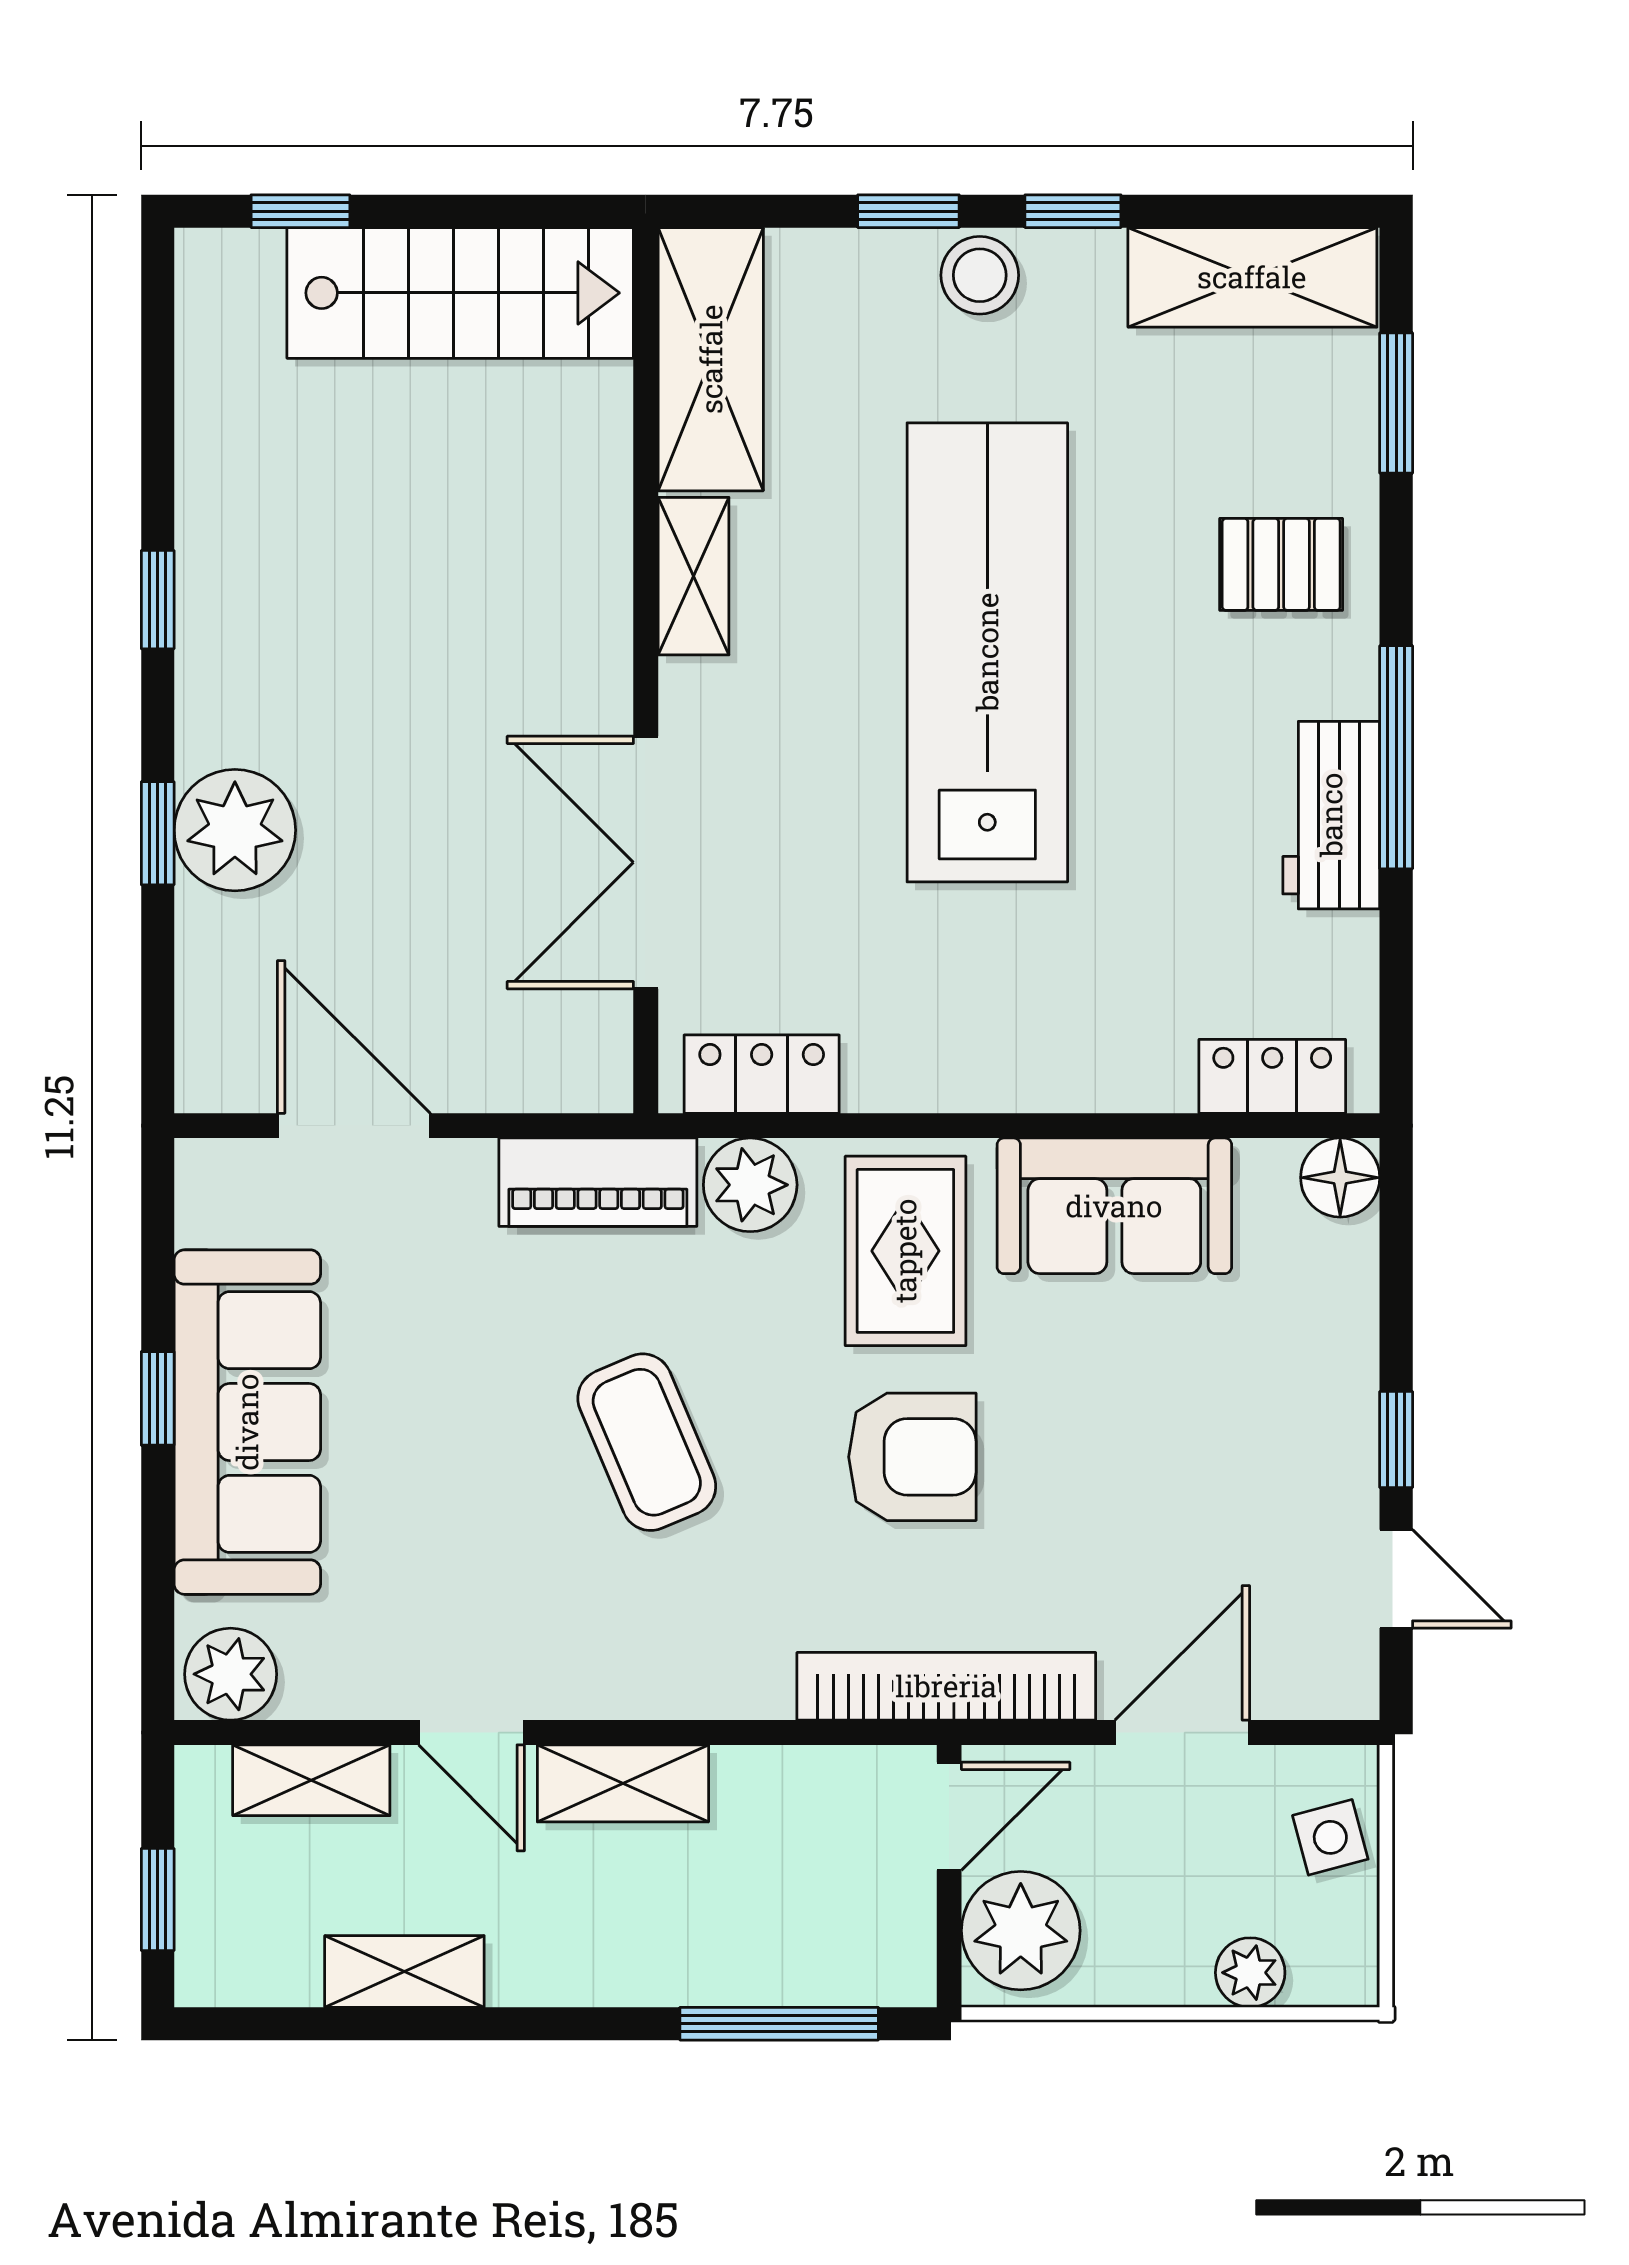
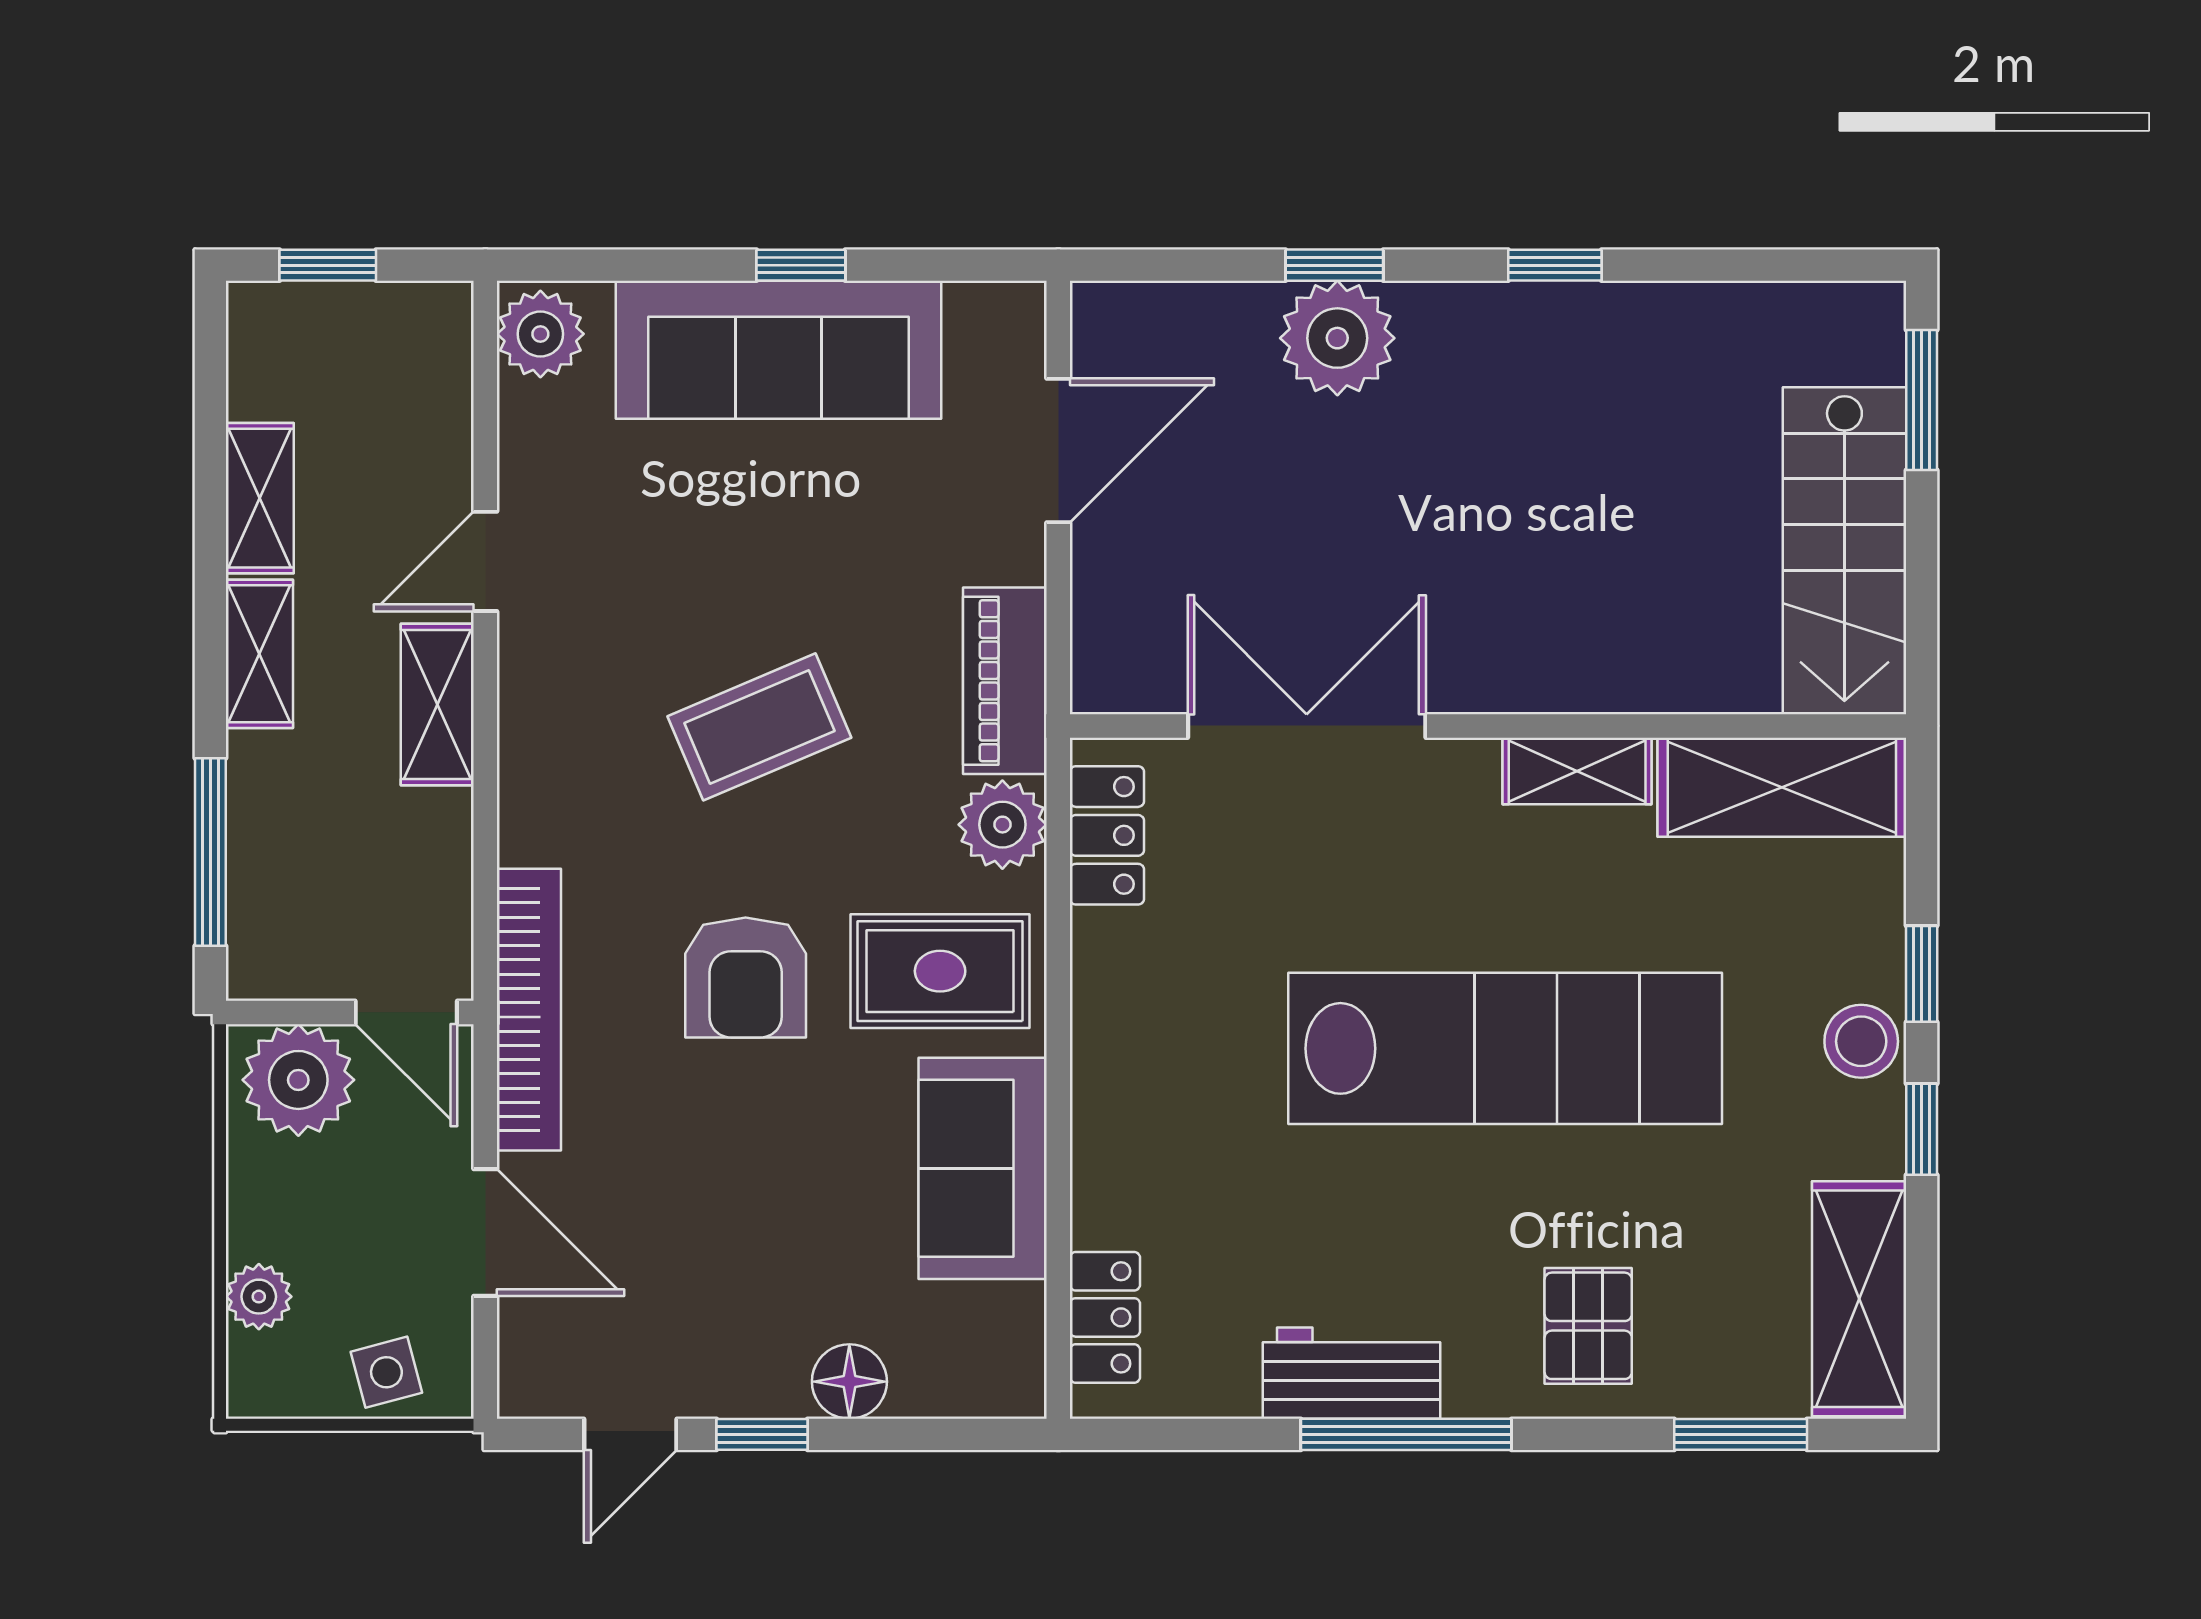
window: (300, 211) -> (1922, 400), width x1.50
floor lamp: (1340, 1178) -> (849, 1382), moved
shelving: (311, 1780) -> (259, 654), moved

